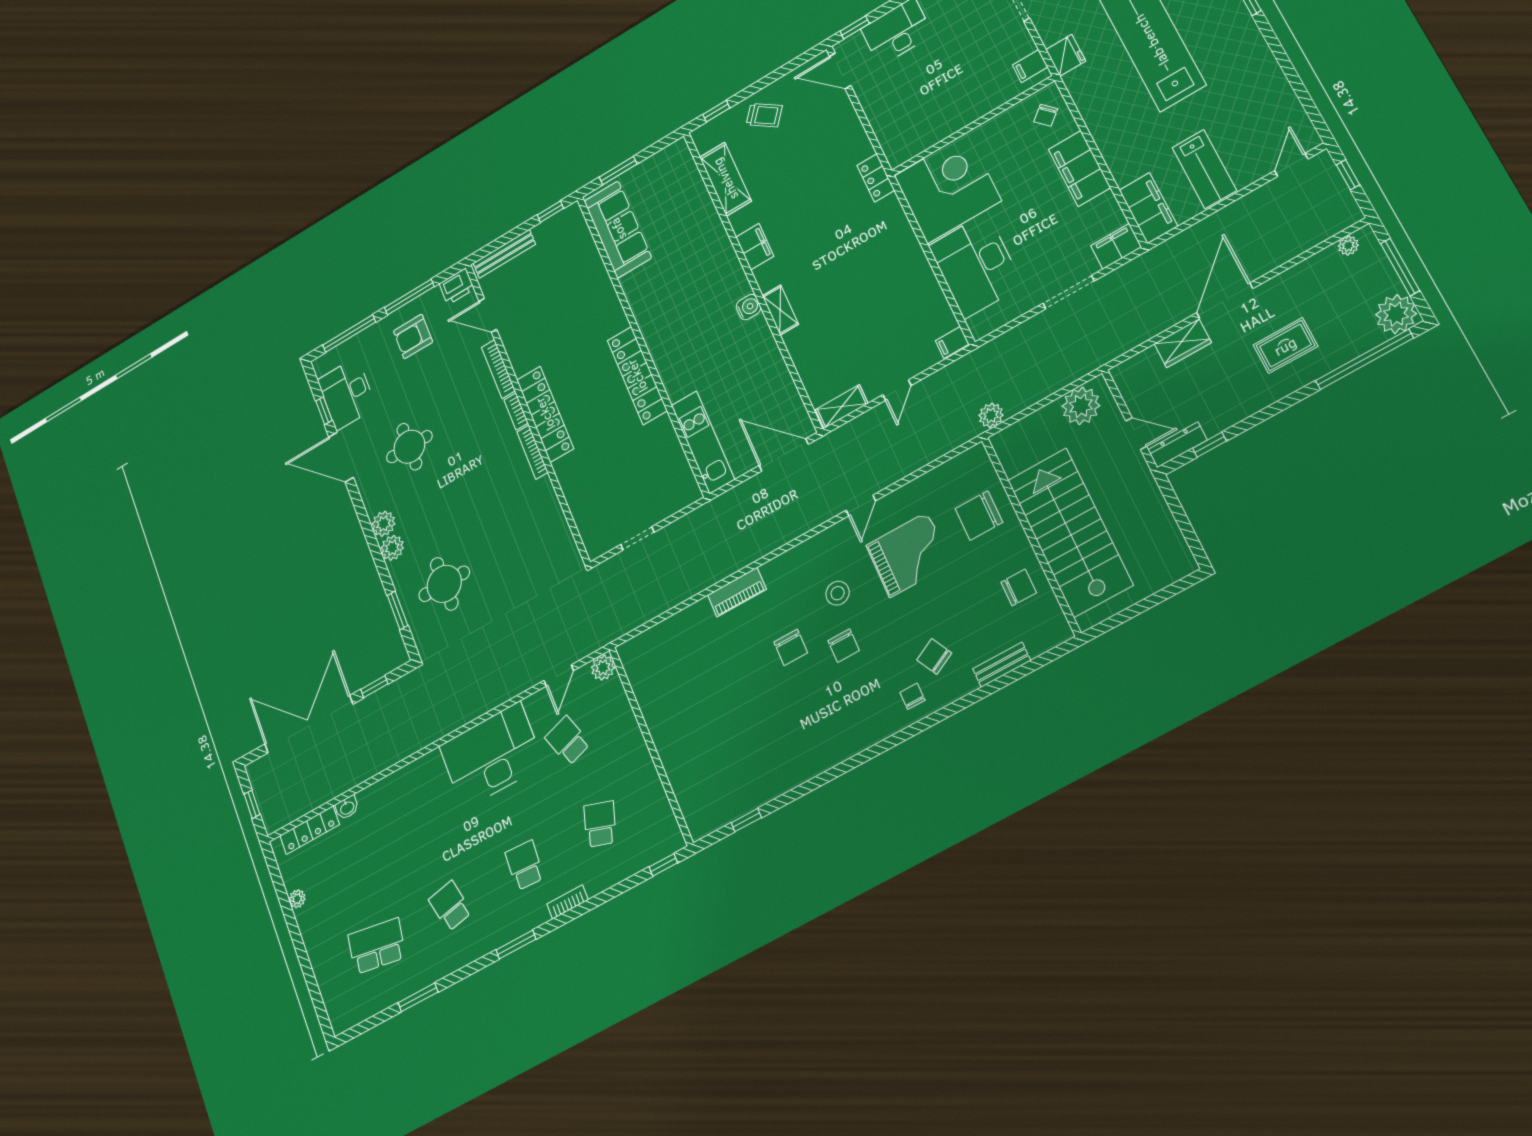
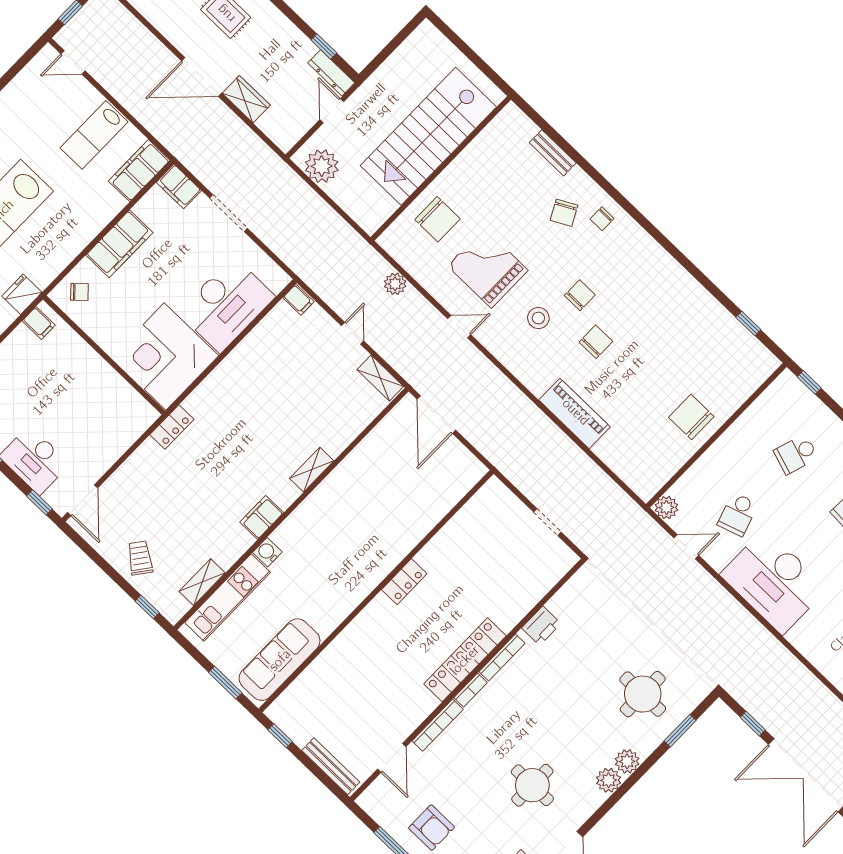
lab bench: (1204, 169) -> (94, 135), turned 180
shelving: (725, 179) -> (202, 582), width x0.67, depth x0.75
printer: (457, 286) -> (541, 626), moved, turned 90
water cooler: (748, 307) -> (267, 552), moved
locker: (637, 376) -> (404, 582), width x0.46, depth x0.83
door: (897, 390) -> (353, 333), hinge flipped
plant: (991, 415) -> (395, 284), moved
kitchen unit: (703, 442) -> (228, 597), moved, turned 180
chair: (1019, 587) -> (691, 417), moved, width x1.37, depth x1.37
piano: (737, 592) -> (574, 413), width x1.37, depth x1.33

